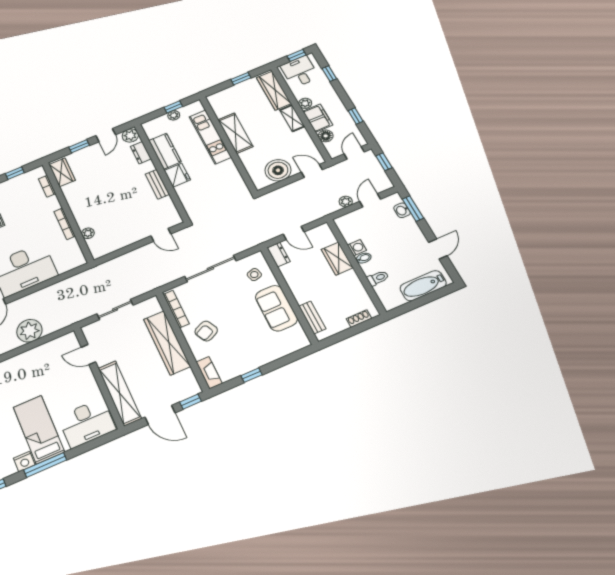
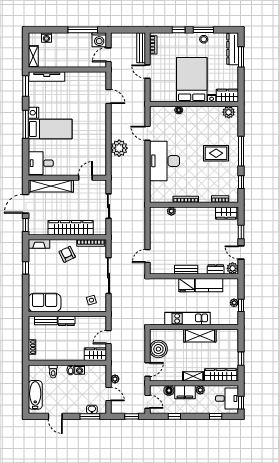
kitchen unit: (210, 137) -> (188, 319), moved
dresser: (279, 255) -> (66, 321), moved
wardrobe: (337, 259) -> (95, 354), moved
sofa: (276, 308) -> (45, 303), moved
desk: (87, 423) -> (41, 163), width x0.73

